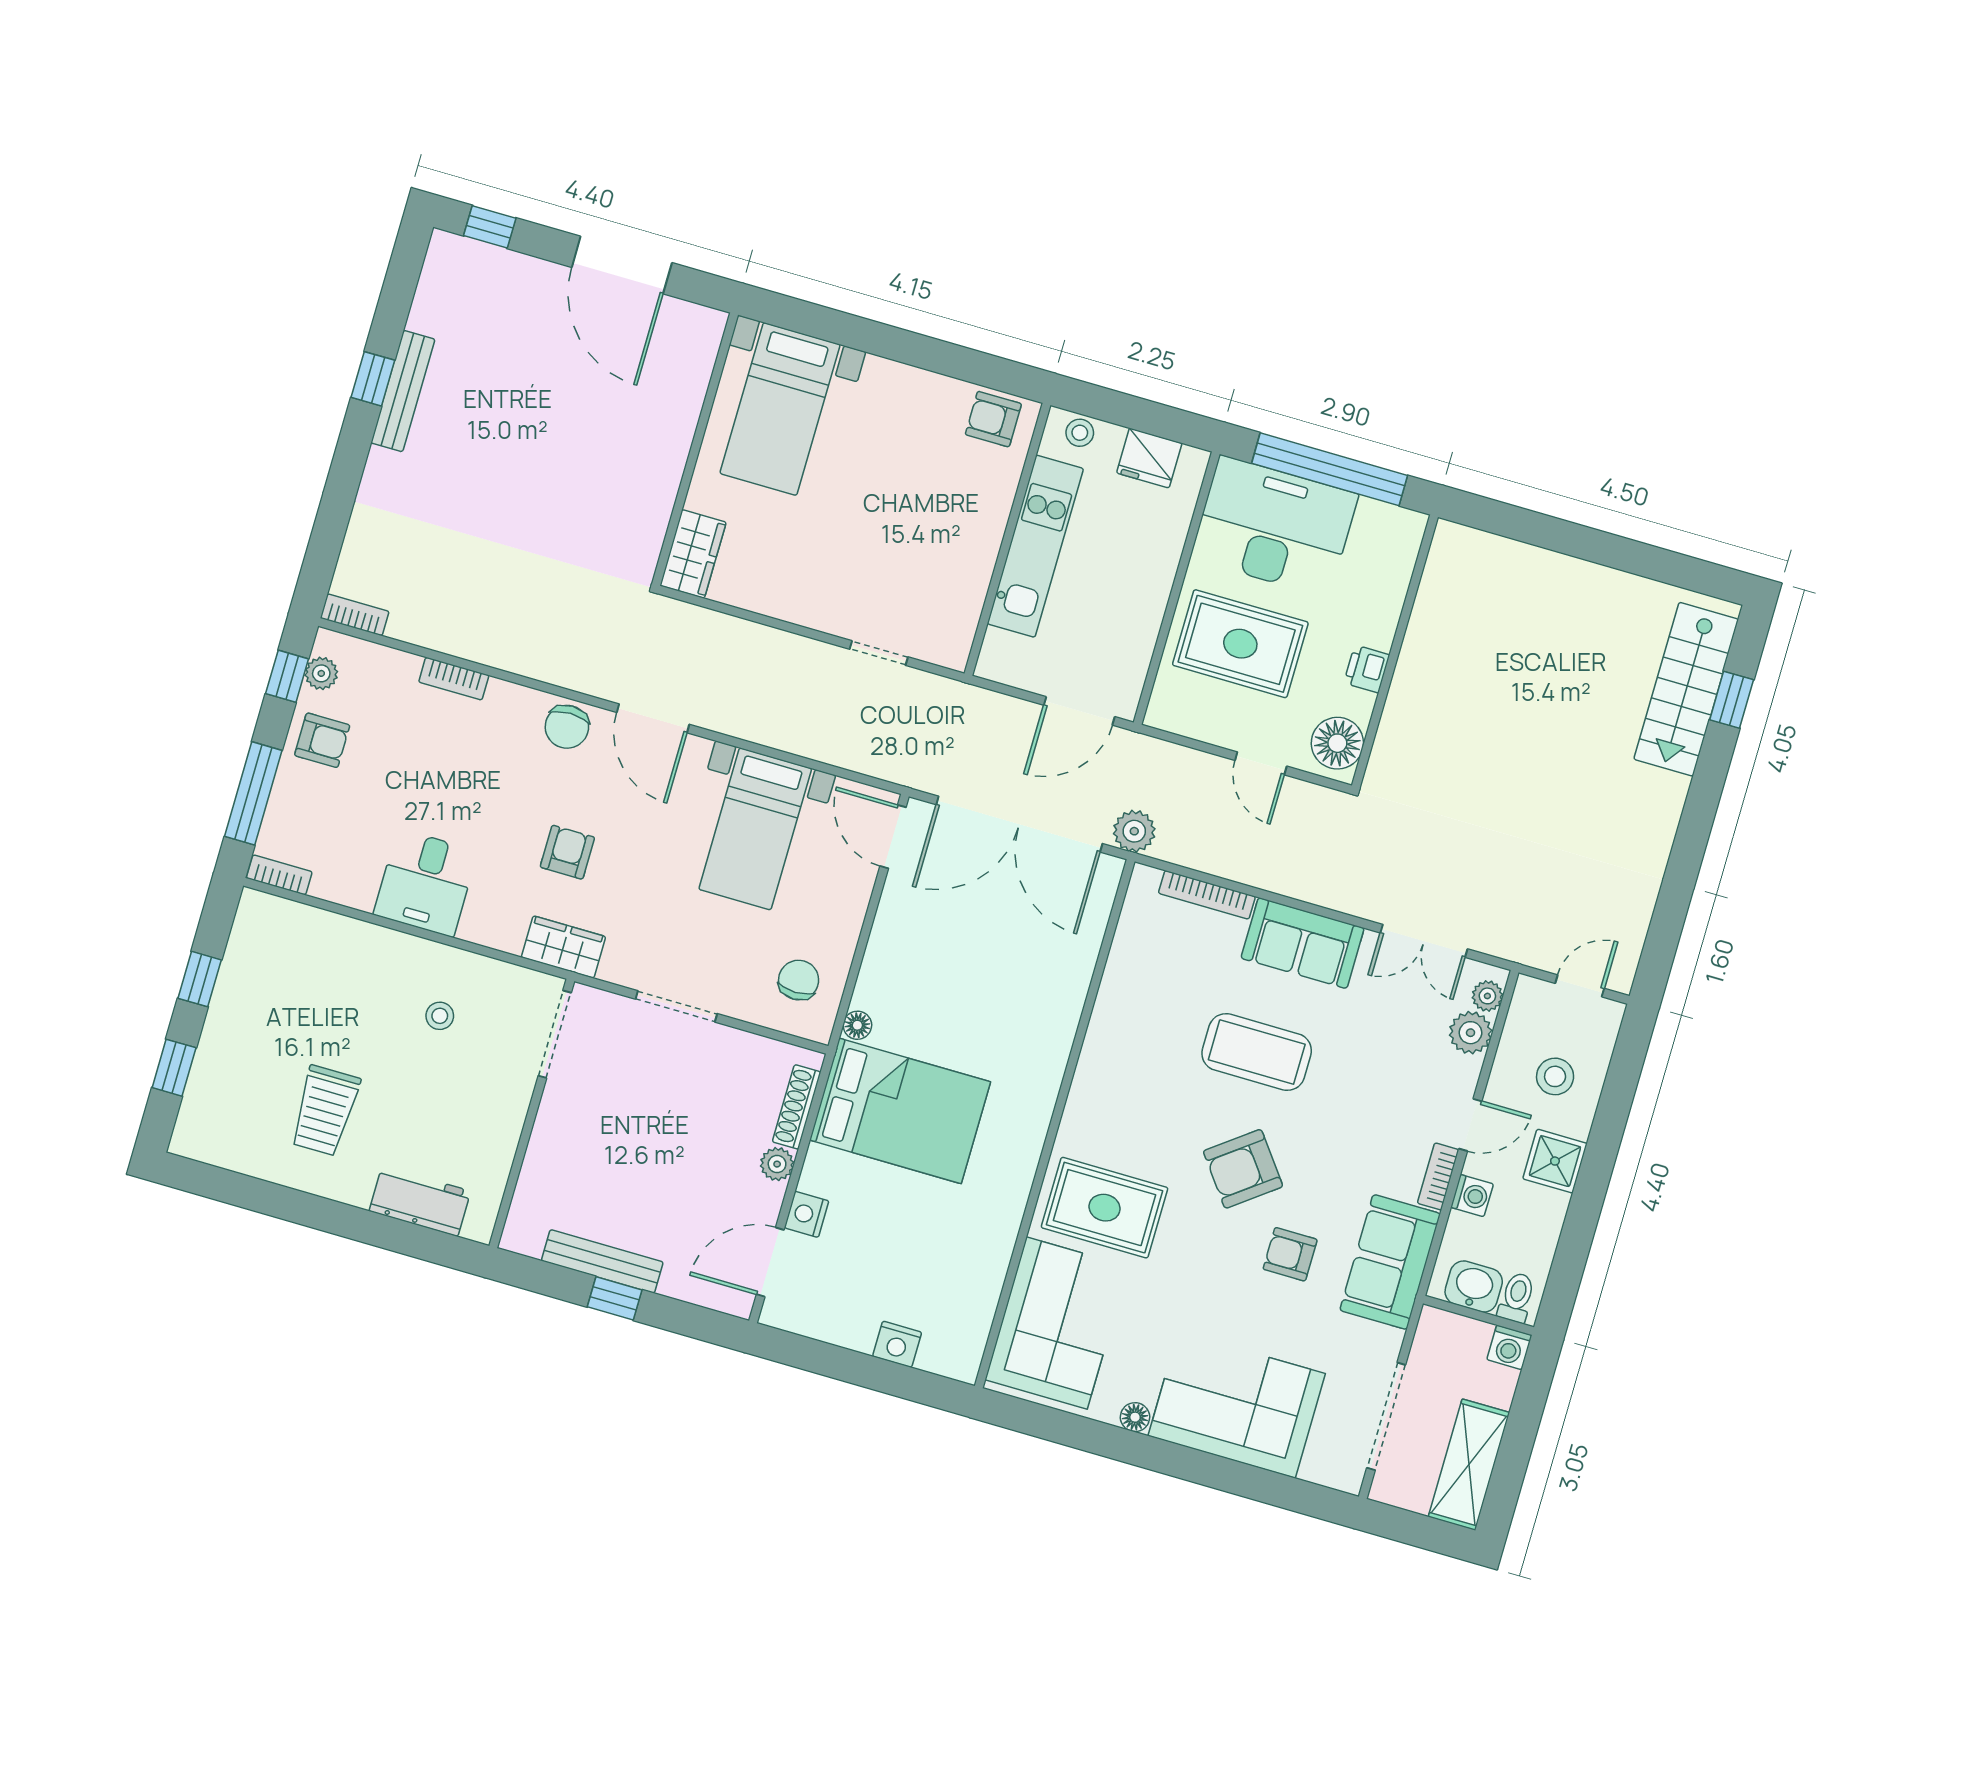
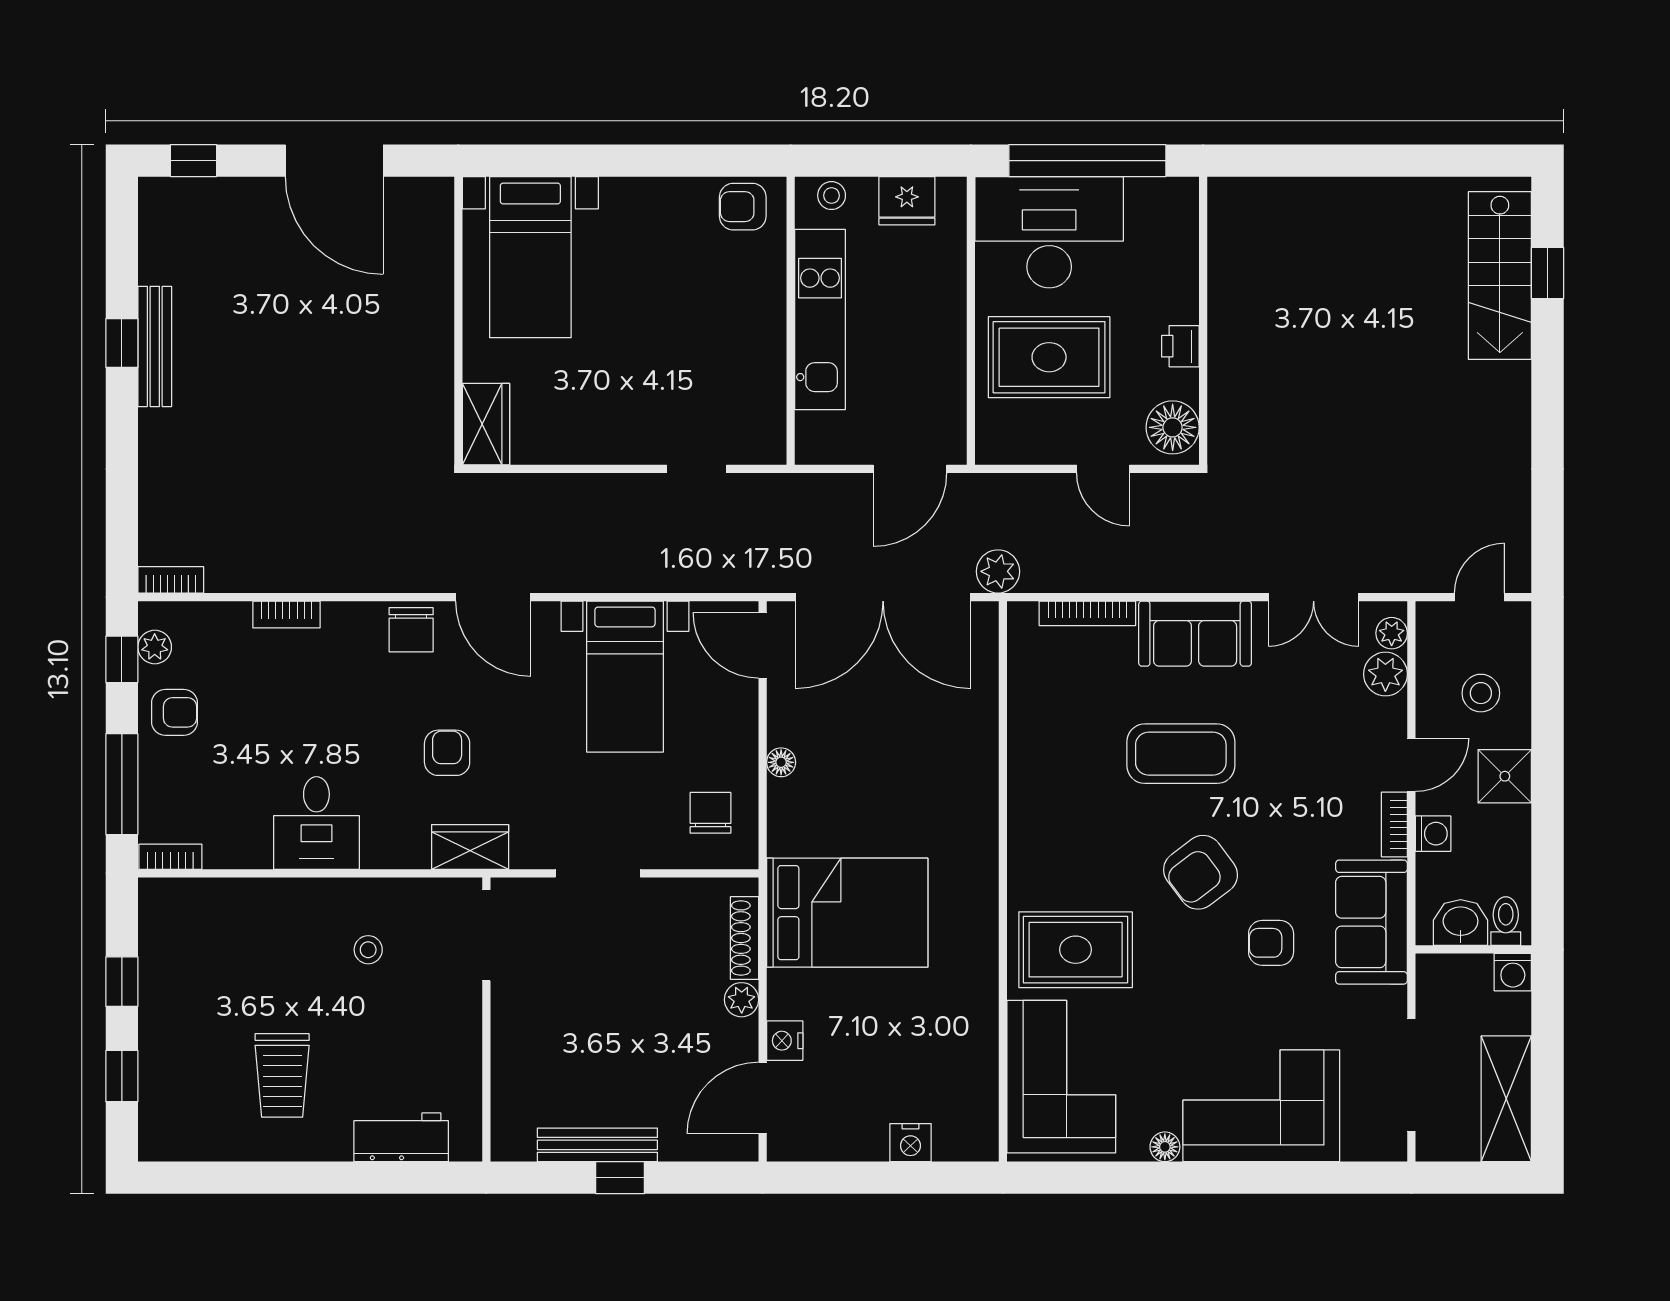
floor lamp: (857, 1025) -> (781, 762), moved

